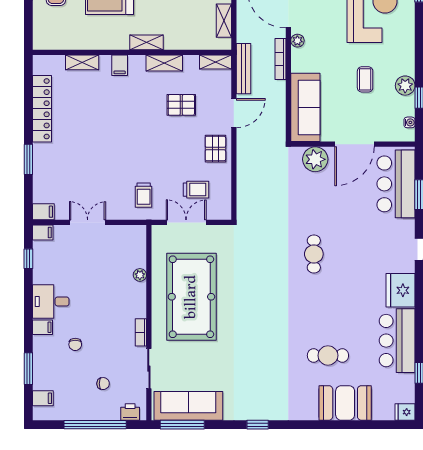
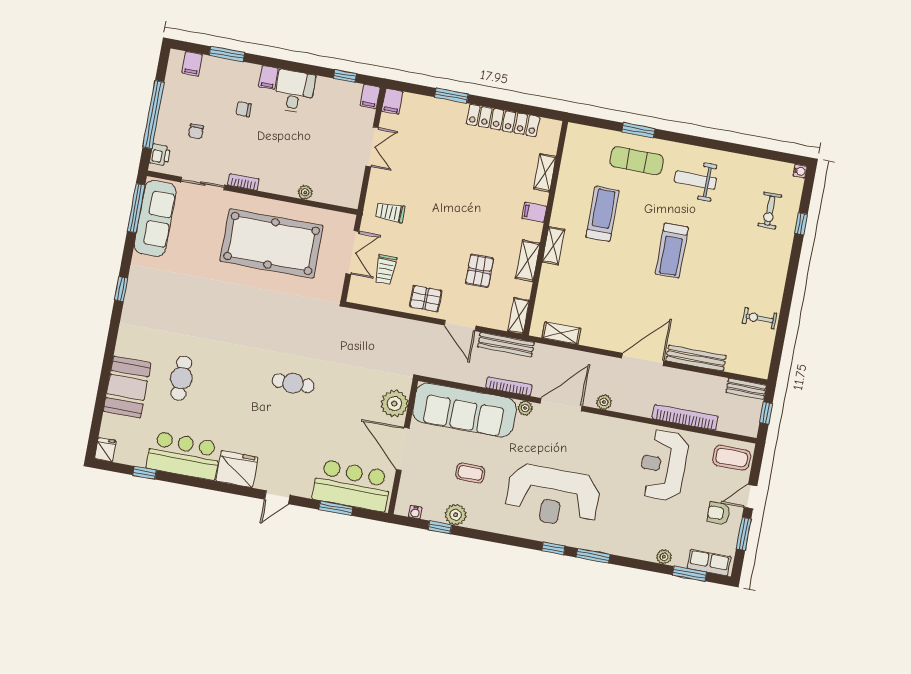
sofa: (305, 107) -> (464, 410), width x1.36, depth x1.27

